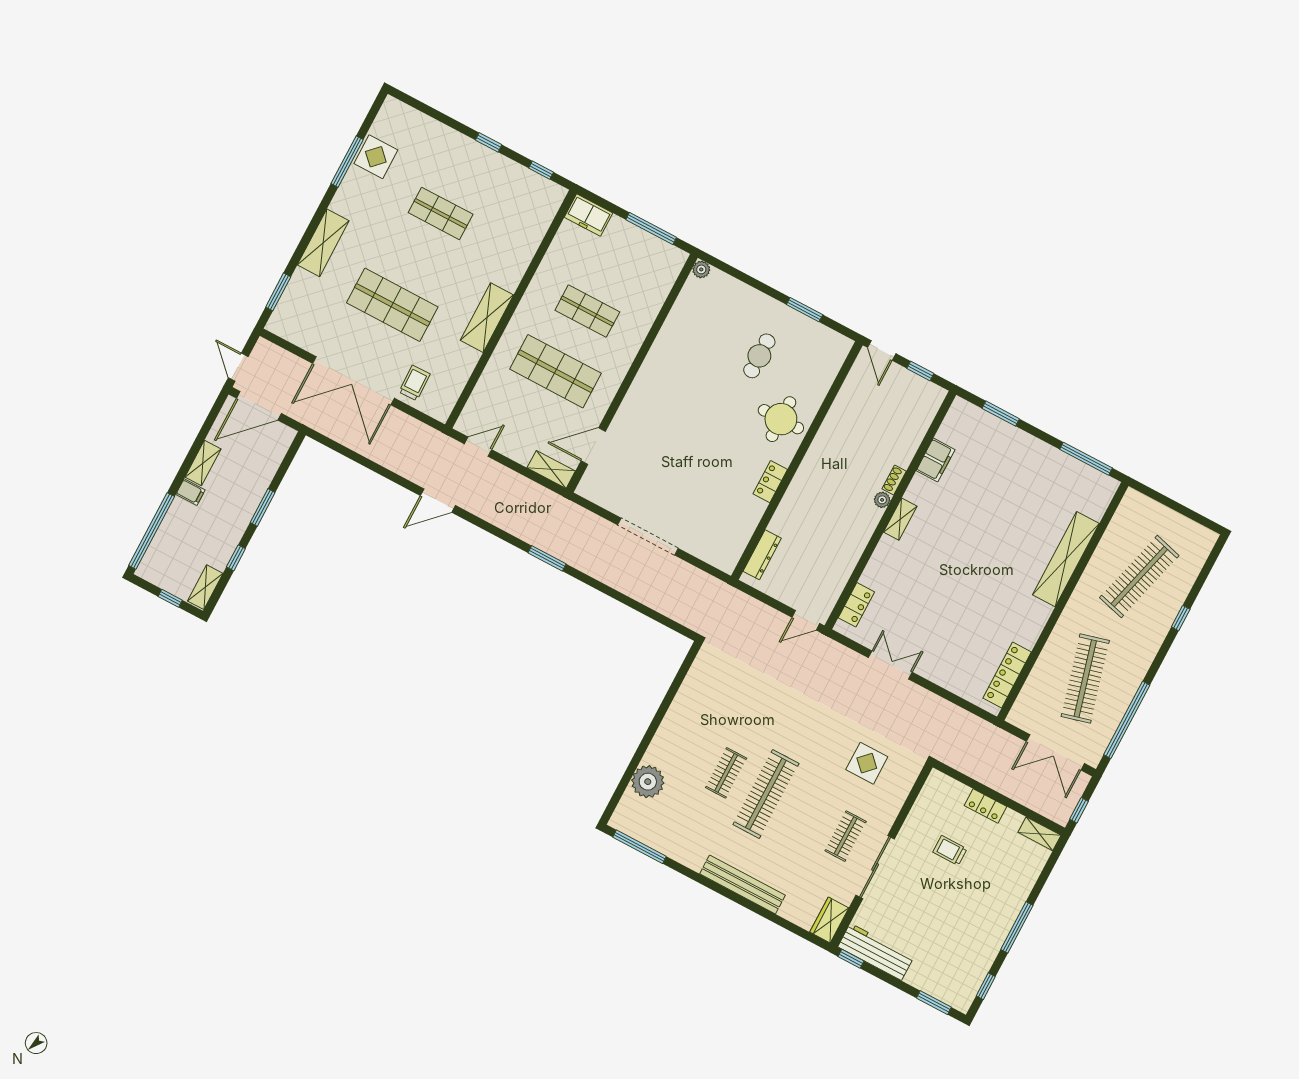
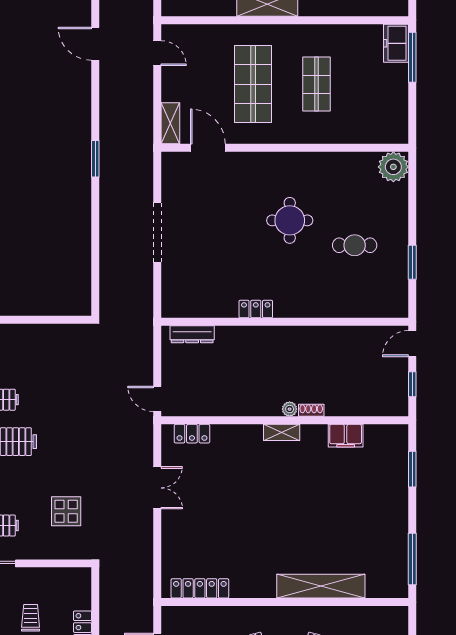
window: (651, 228) -> (412, 57), moved
plant: (701, 269) -> (393, 167), width x1.88, depth x1.88
round table: (781, 419) -> (290, 220), moved

